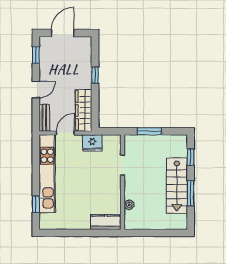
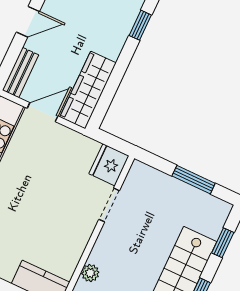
window: (95, 75) -> (140, 25), moved
window: (149, 131) -> (194, 180), moved
fridge: (92, 143) -> (109, 165), moved, turned 90

